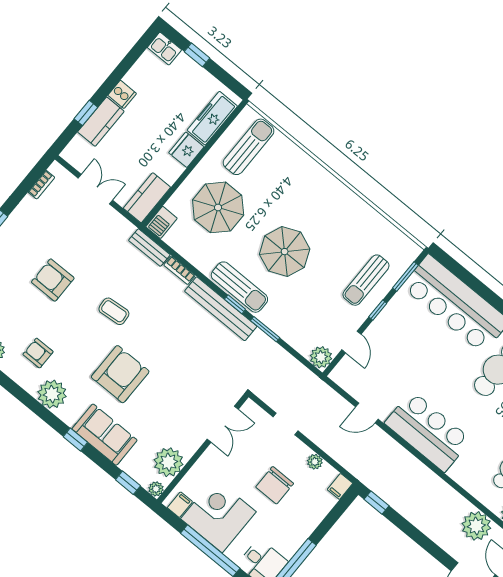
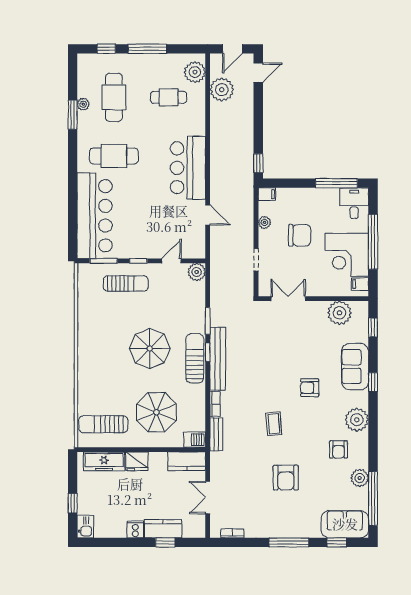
armchair: (120, 374) -> (310, 388), width x0.53, depth x0.53
plant: (156, 489) -> (362, 307), removed

